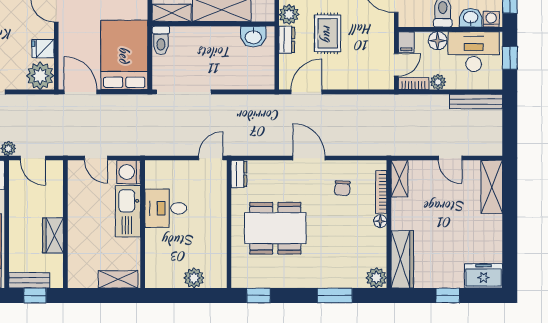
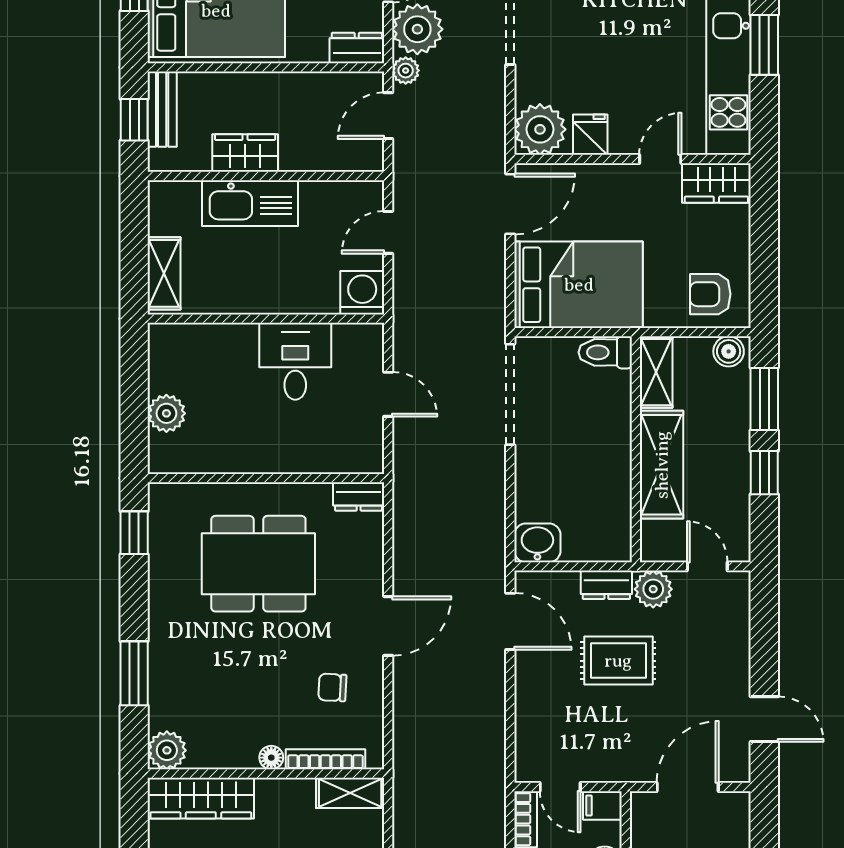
washbasin: (253, 37) -> (537, 543), moved, turned 90
door: (211, 158) -> (388, 394), moved
kitchen sink: (128, 211) -> (250, 203), moved, turned 180
dining table: (275, 228) -> (258, 564), turned 90

